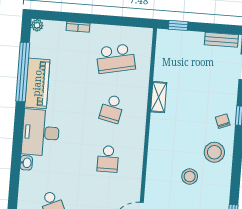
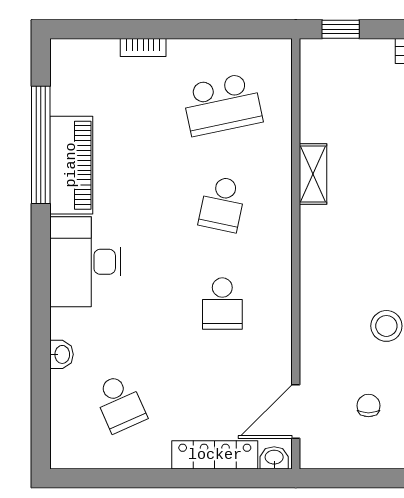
plant: (37, 25) -> (62, 50), removed
washbasin: (26, 163) -> (62, 354), moved

